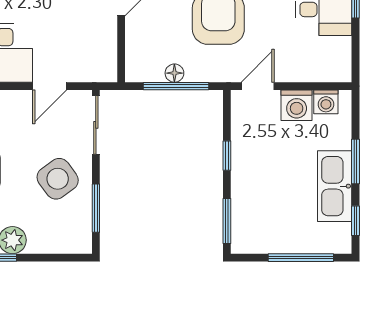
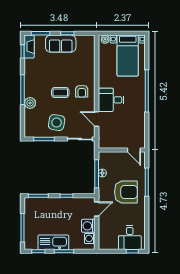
door: (258, 86) -> (97, 209), hinge flipped
side table: (58, 179) -> (57, 123), turned 45

